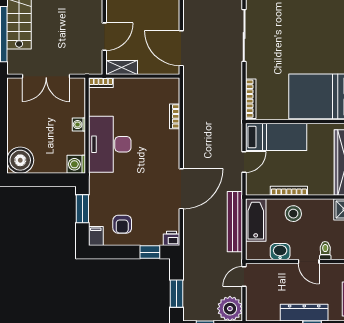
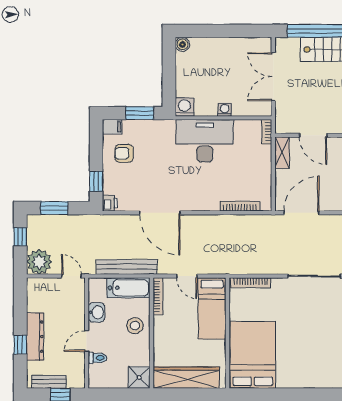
bookcase: (175, 116) -> (240, 206), width x1.56
boiler: (20, 160) -> (182, 44), width x0.54, depth x0.54
bookcase: (289, 191) -> (158, 296), moved

